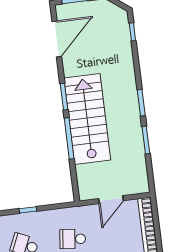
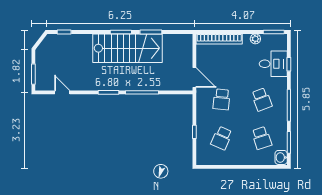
door: (57, 39) -> (62, 92), width x0.53
stairs: (87, 119) -> (127, 48), moved, turned 180
door: (111, 200) -> (194, 77), moved

